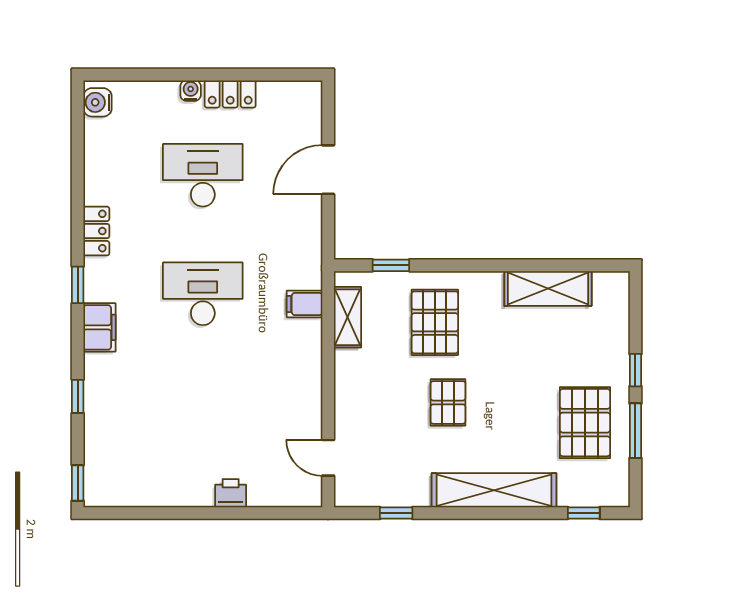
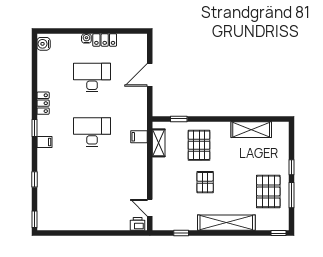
filing cabinet: (99, 327) -> (44, 142), width x0.50
printer: (231, 493) -> (138, 224), moved
window: (584, 513) -> (279, 233), moved

